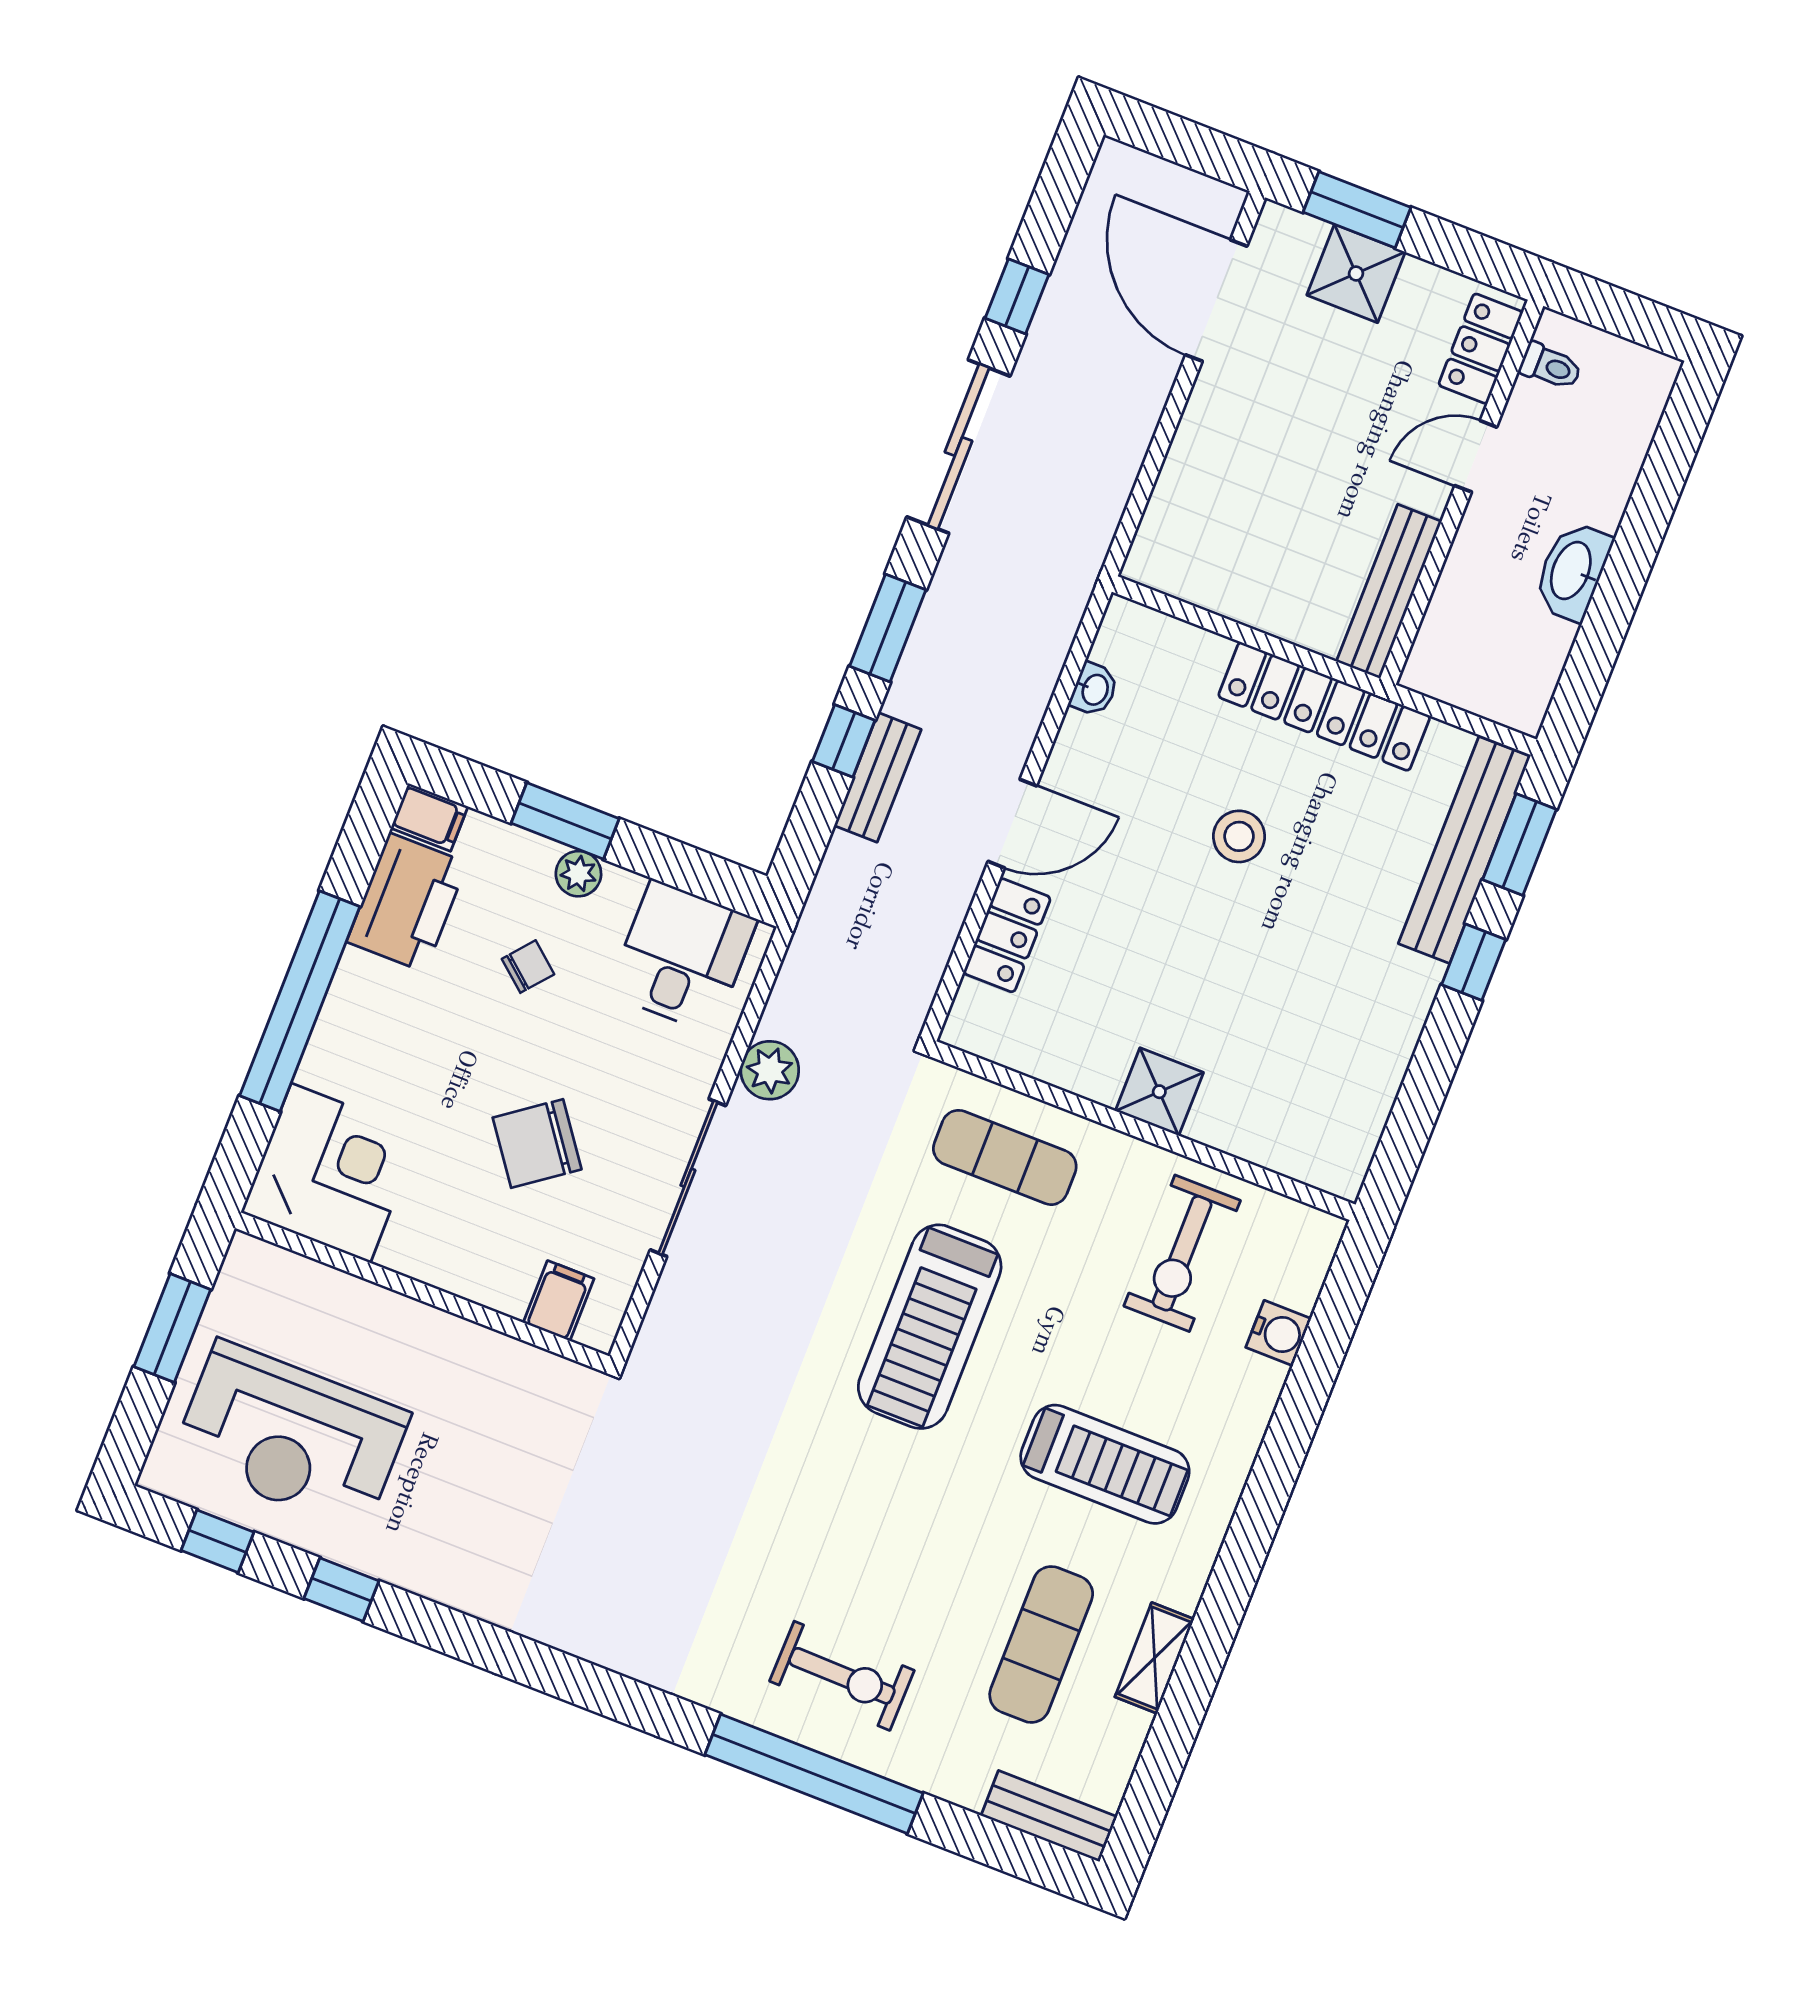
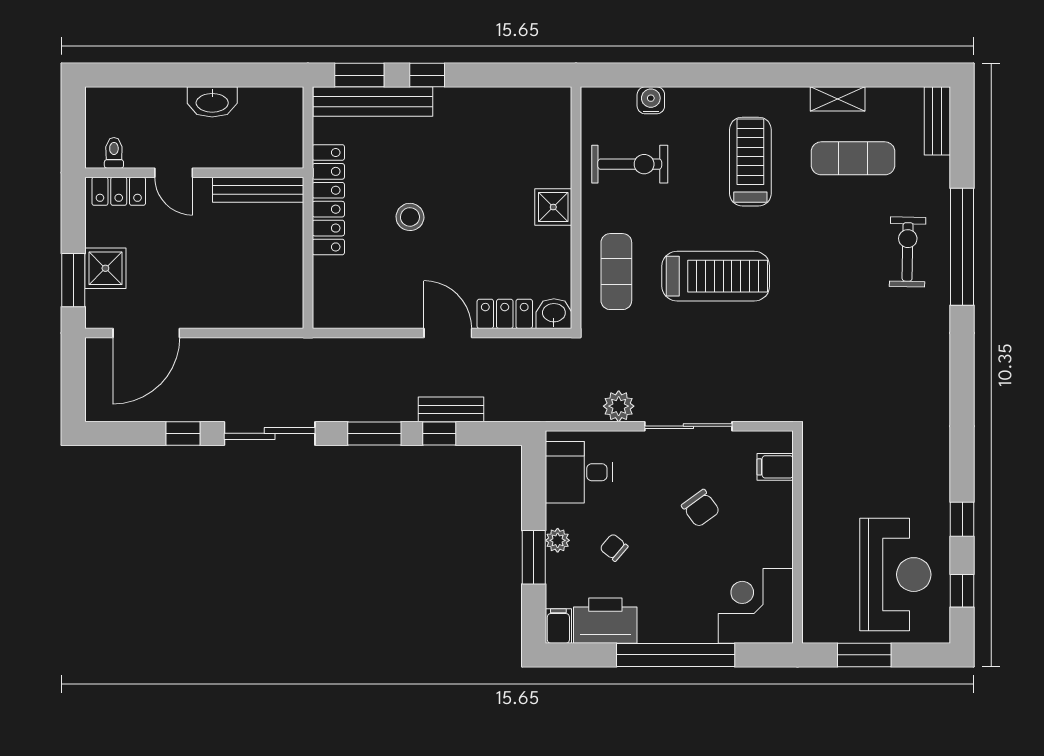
washbasin: (1094, 689) -> (554, 314), moved, width x1.38, depth x1.45
chair: (537, 1144) -> (701, 508), width x0.73, depth x0.73

